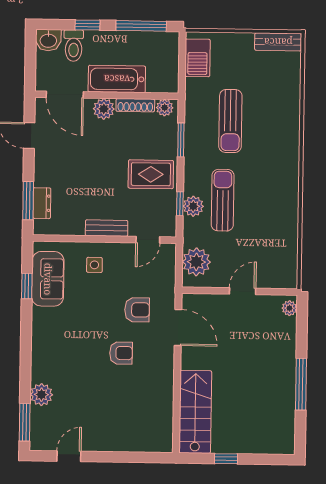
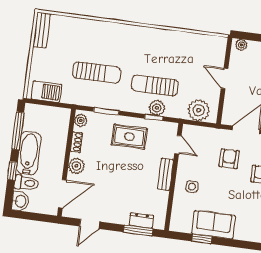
bathtub: (117, 79) -> (29, 153), moved, turned 180
shoe rack: (135, 105) -> (76, 142), width x0.70
rug: (151, 174) -> (129, 137), turned 90
sofa: (48, 279) -> (214, 225), moved

